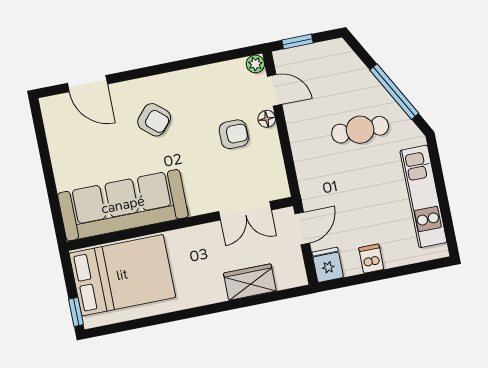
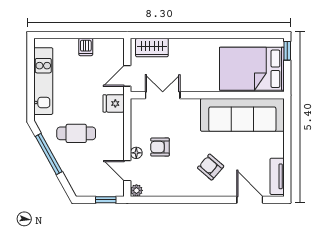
tv unit: (54, 126) -> (277, 176), added
fridge: (328, 265) -> (114, 103), moved, turned 90
wardrobe: (250, 282) -> (152, 48), moved

